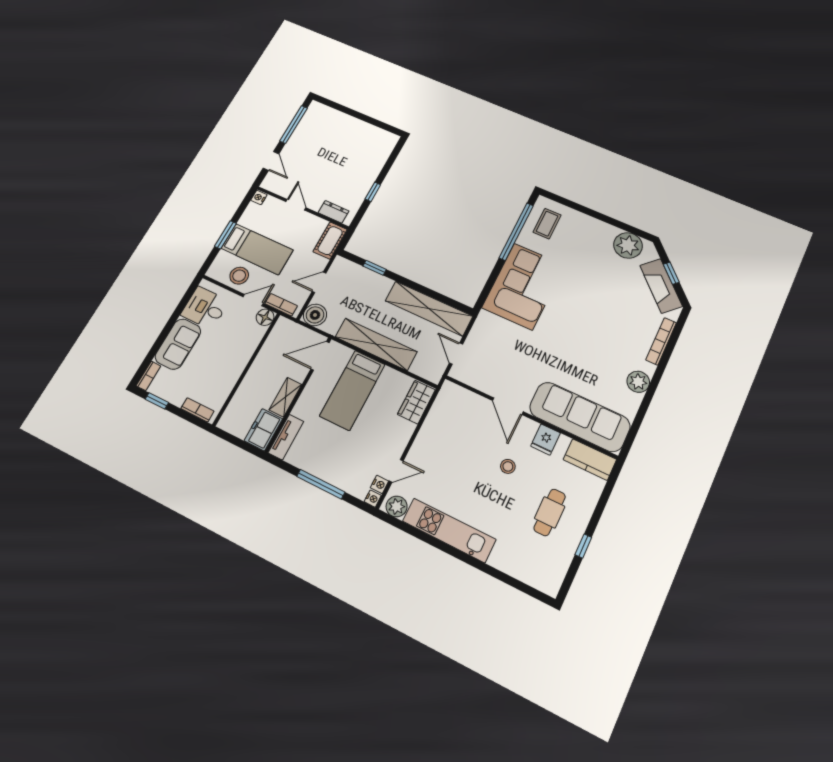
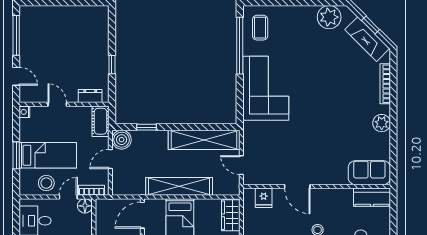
boiler: (315, 315) -> (122, 140), moved
sofa: (580, 417) -> (369, 173), width x0.54, depth x0.79
fridge: (545, 439) -> (264, 198), moved

